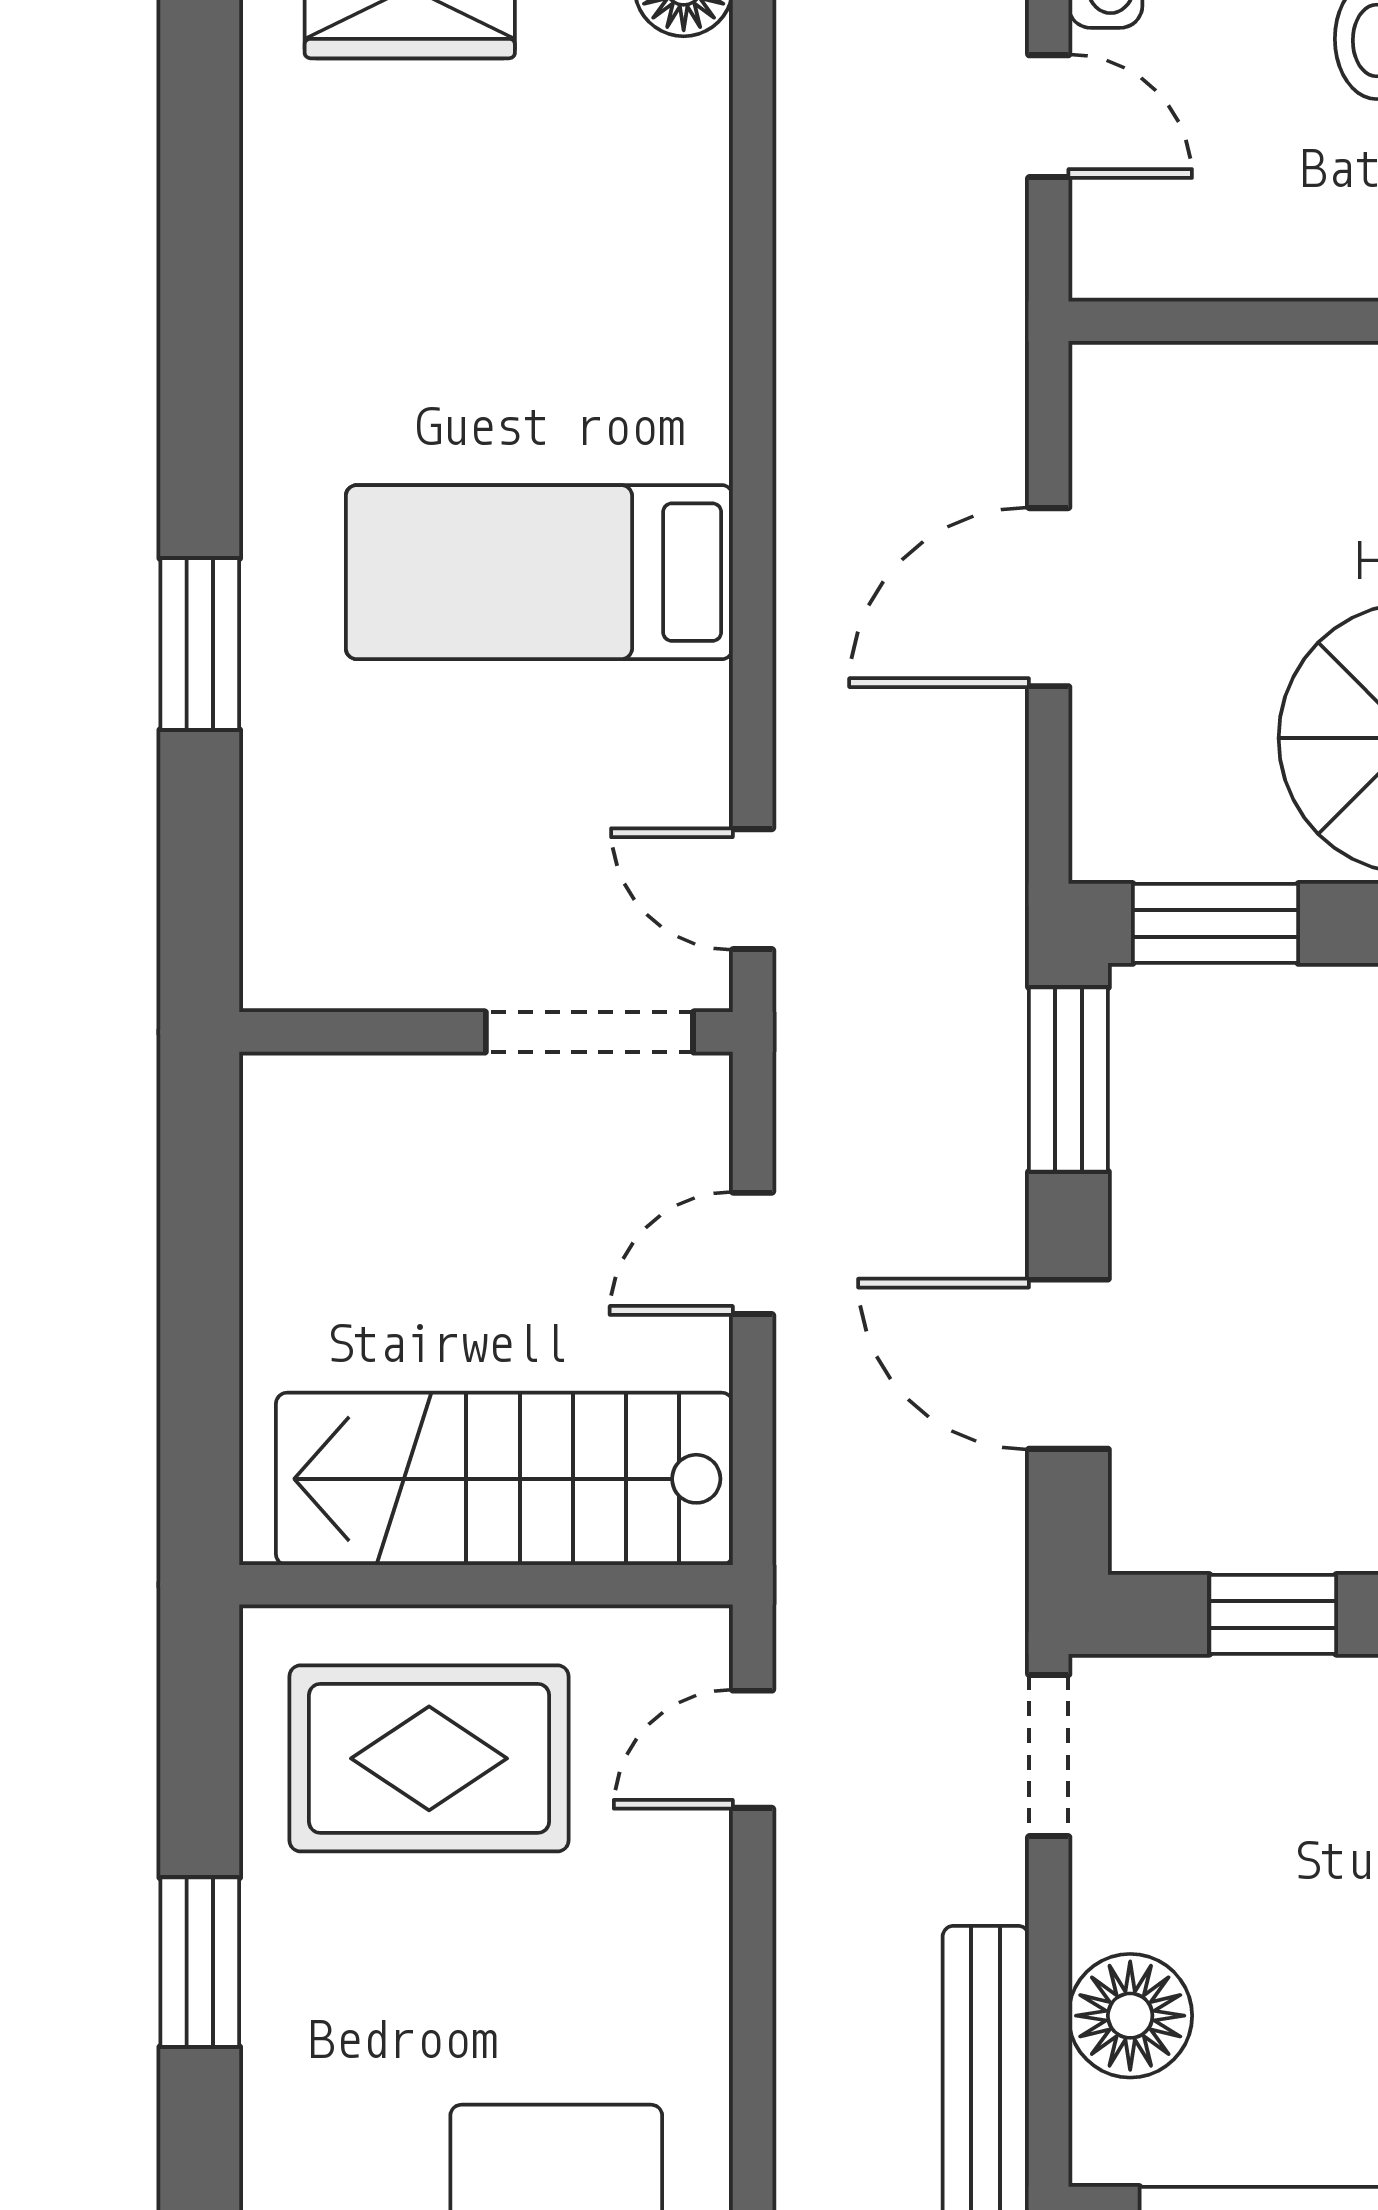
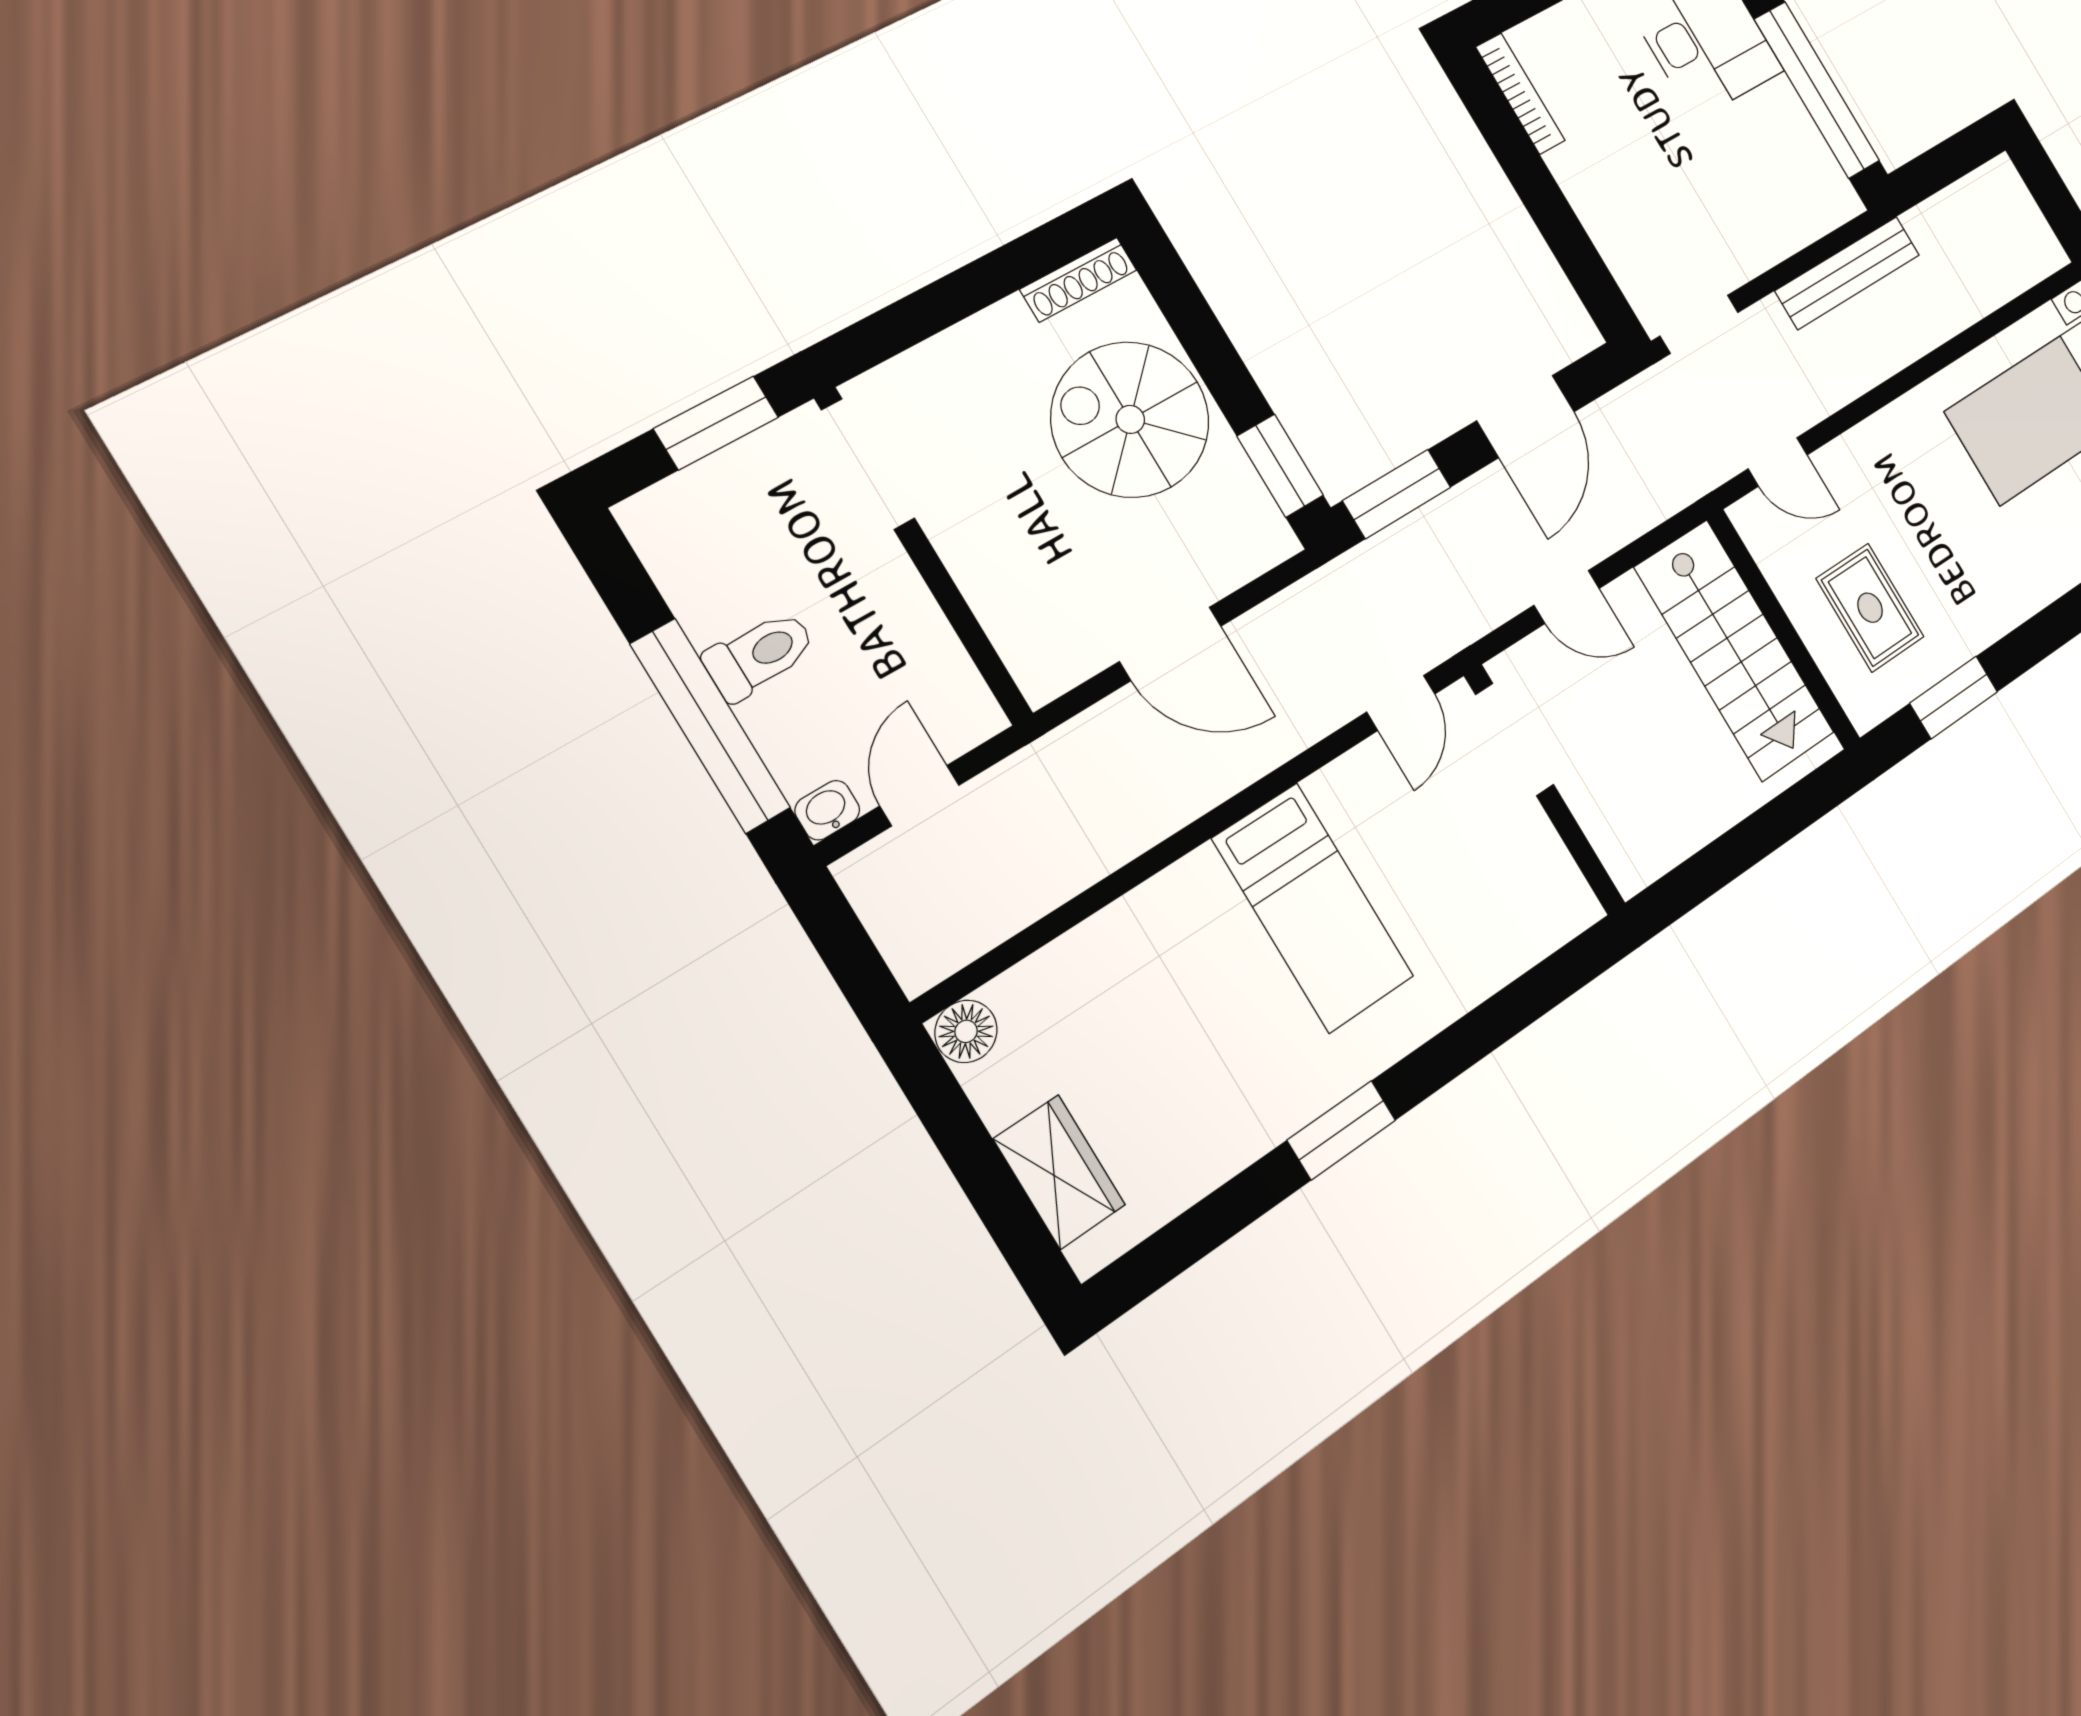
window: (200, 644) -> (1341, 1130), moved
window: (1273, 1614) -> (1577, 256), removed
rug: (429, 1758) -> (1870, 608), width x0.73, depth x0.70
window: (200, 1962) -> (1954, 697), moved
floor lamp: (1130, 2016) -> (1783, 223), removed

